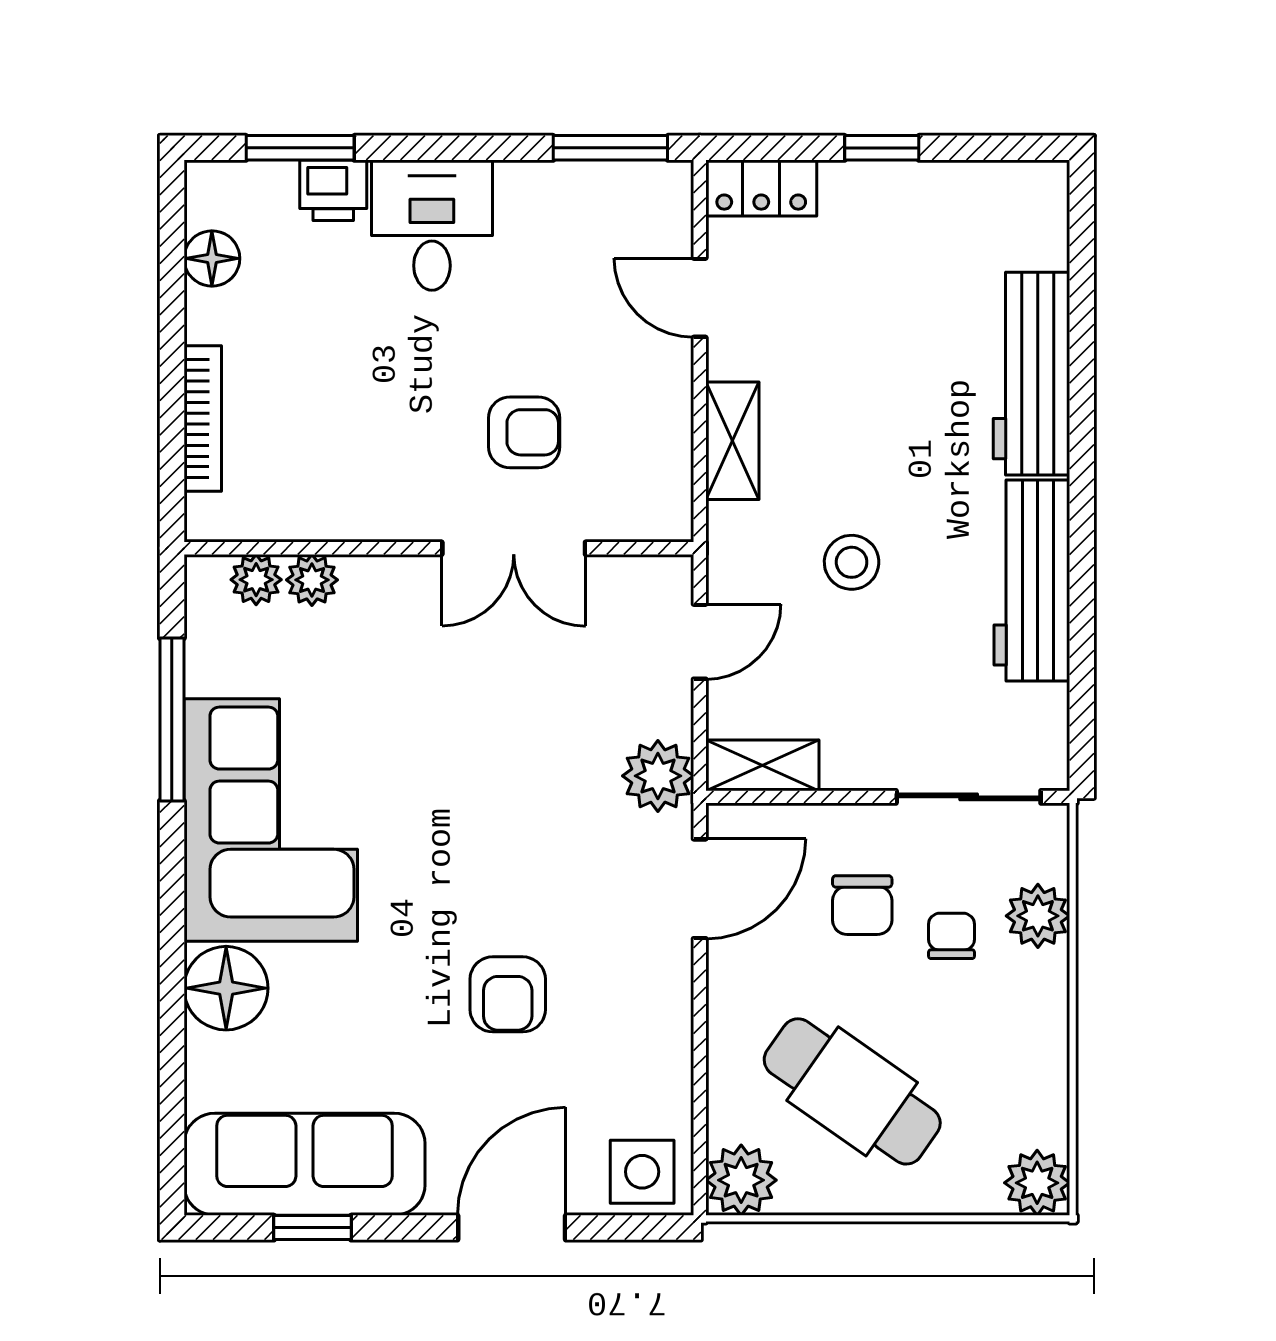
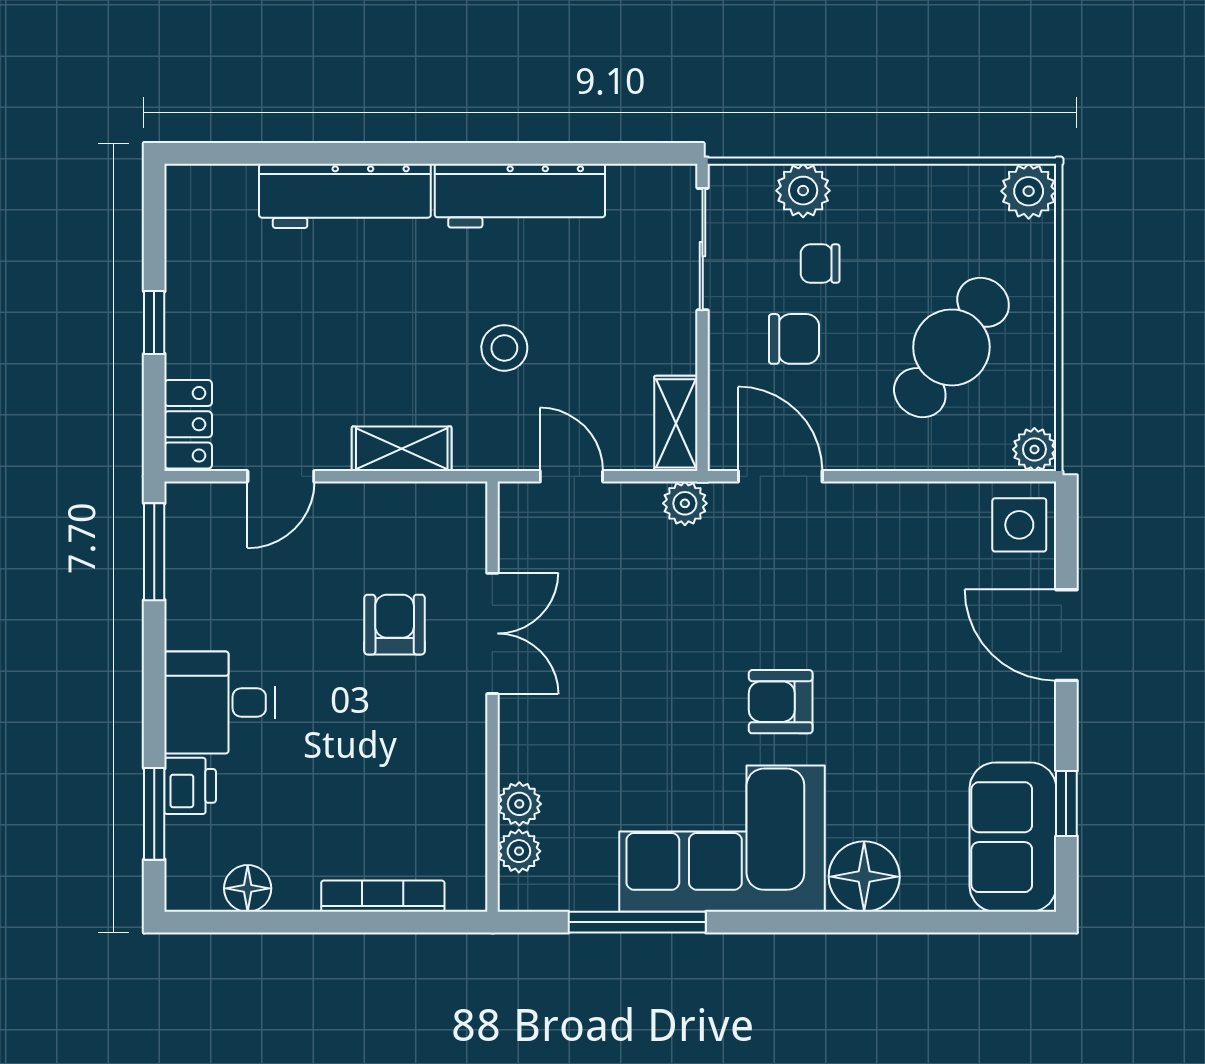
plant: (658, 776) -> (685, 503), width x0.73, depth x0.73
armchair: (508, 994) -> (781, 702), moved, turned 180
sofa: (304, 1164) -> (1013, 837), width x0.73
plant: (741, 1180) -> (1034, 449), width x0.73, depth x0.73

